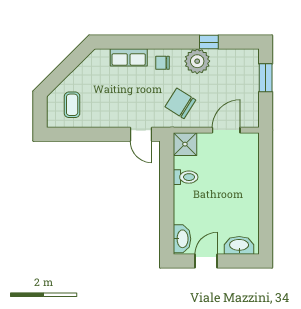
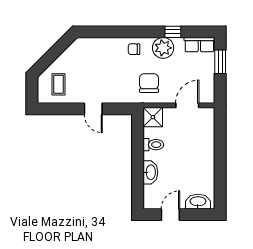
row of seats: (129, 57) -> (199, 45), moved
chair: (180, 103) -> (149, 83), turned 58
door: (141, 134) -> (93, 109), moved
washbasin: (182, 239) -> (150, 172), moved

